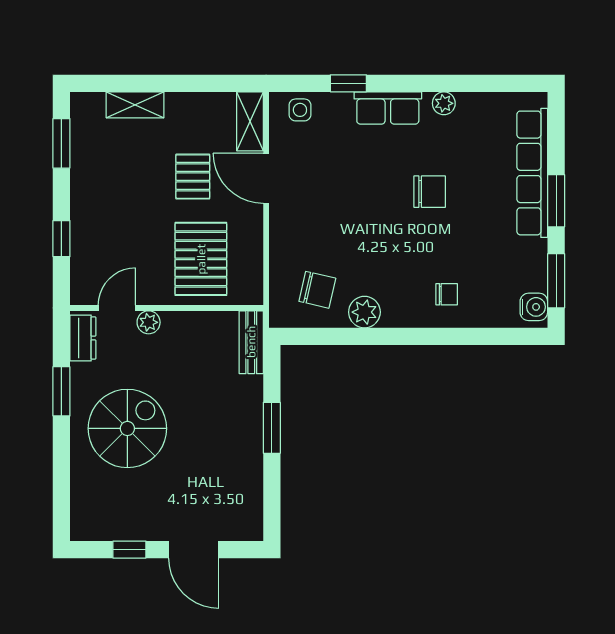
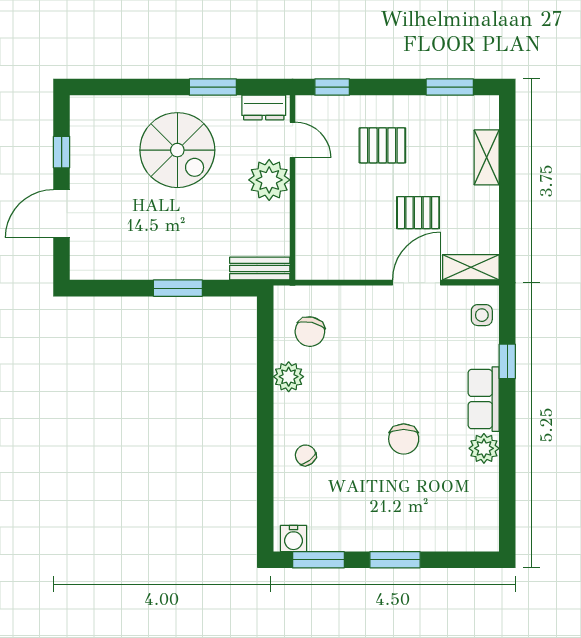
plant: (444, 103) -> (484, 448), width x1.38, depth x1.38
row of seats: (532, 173) -> (422, 537), removed
window: (61, 239) -> (332, 87), moved
pallet: (201, 259) -> (382, 145), moved, width x0.67, depth x0.71
chair: (447, 294) -> (306, 455), turned 142
plant: (149, 322) -> (269, 180), width x1.87, depth x1.87

